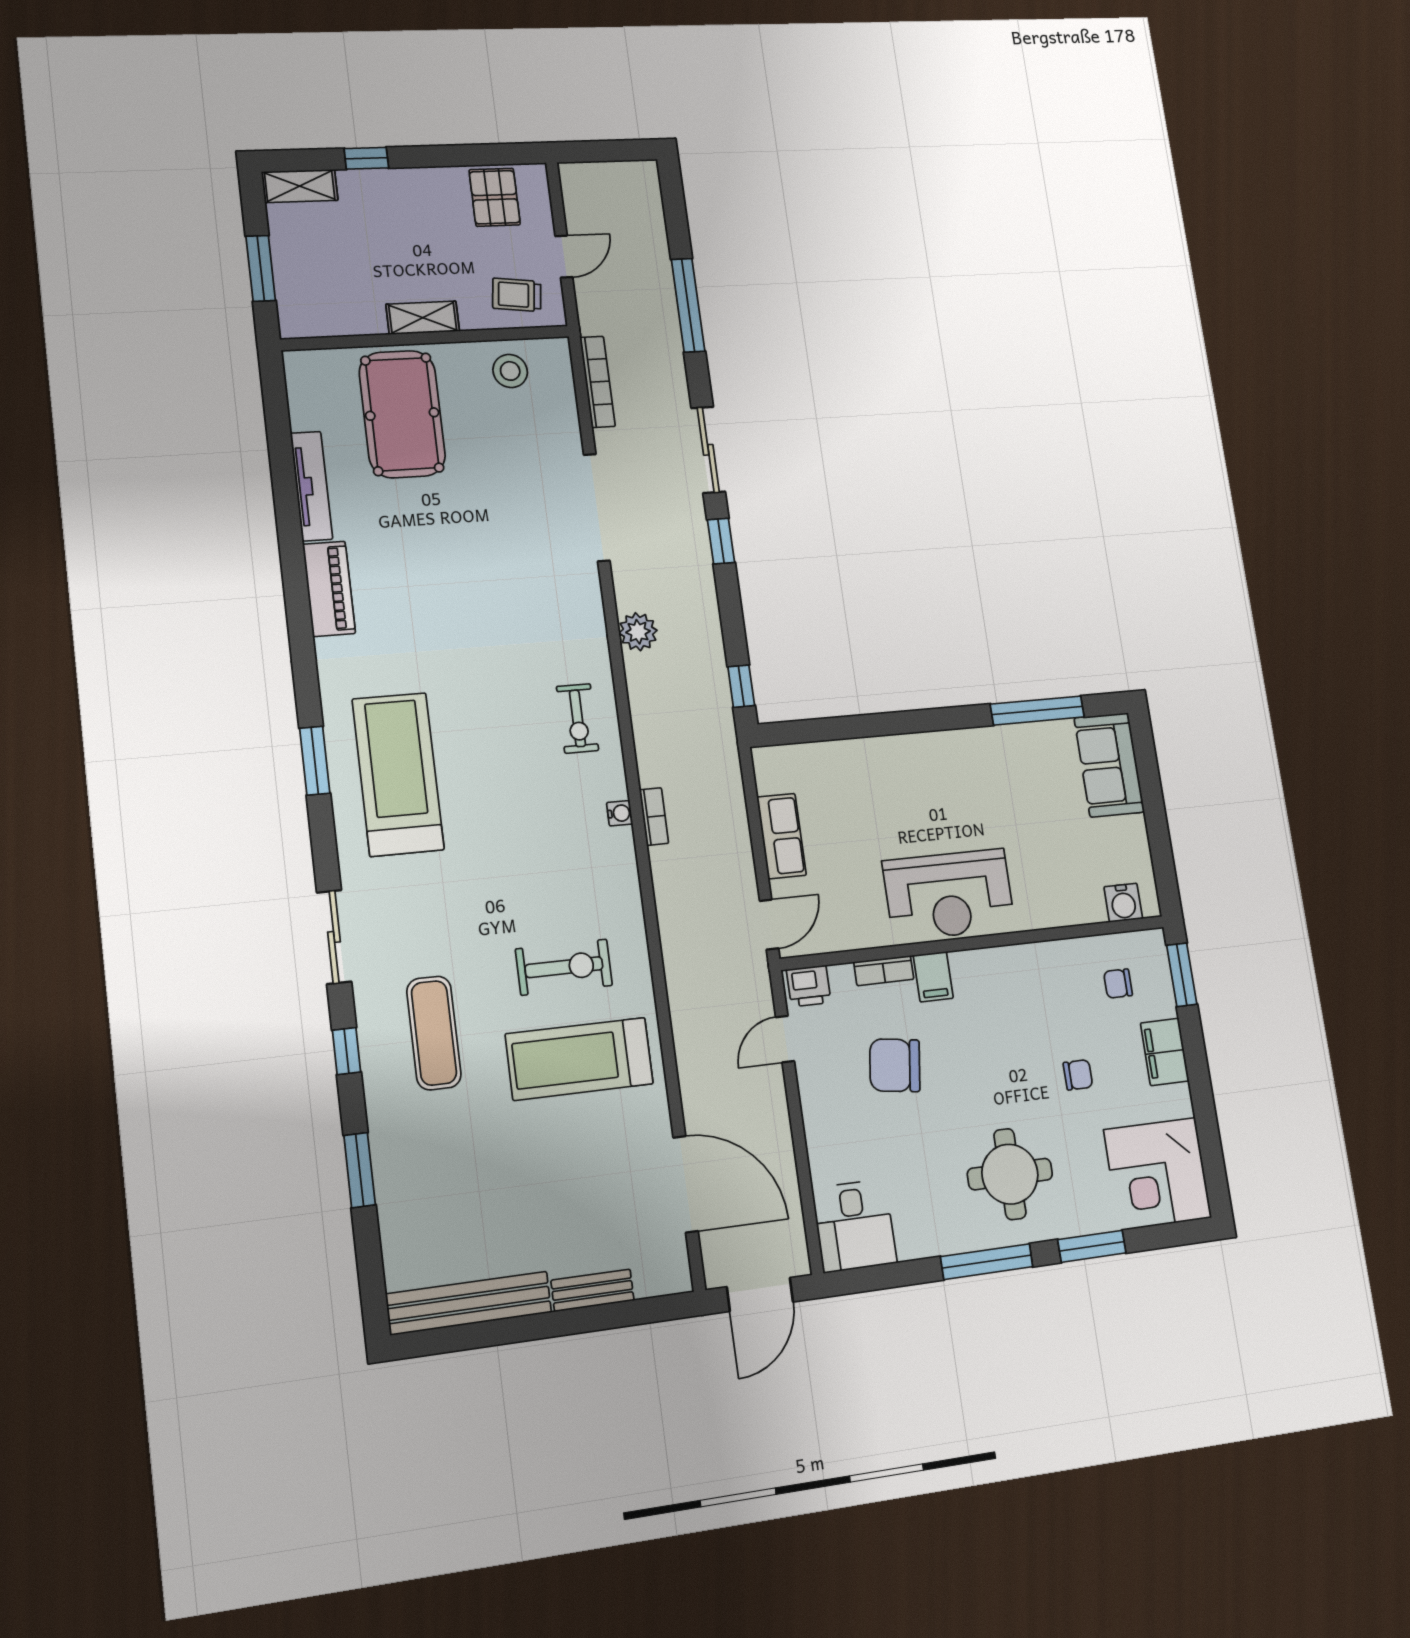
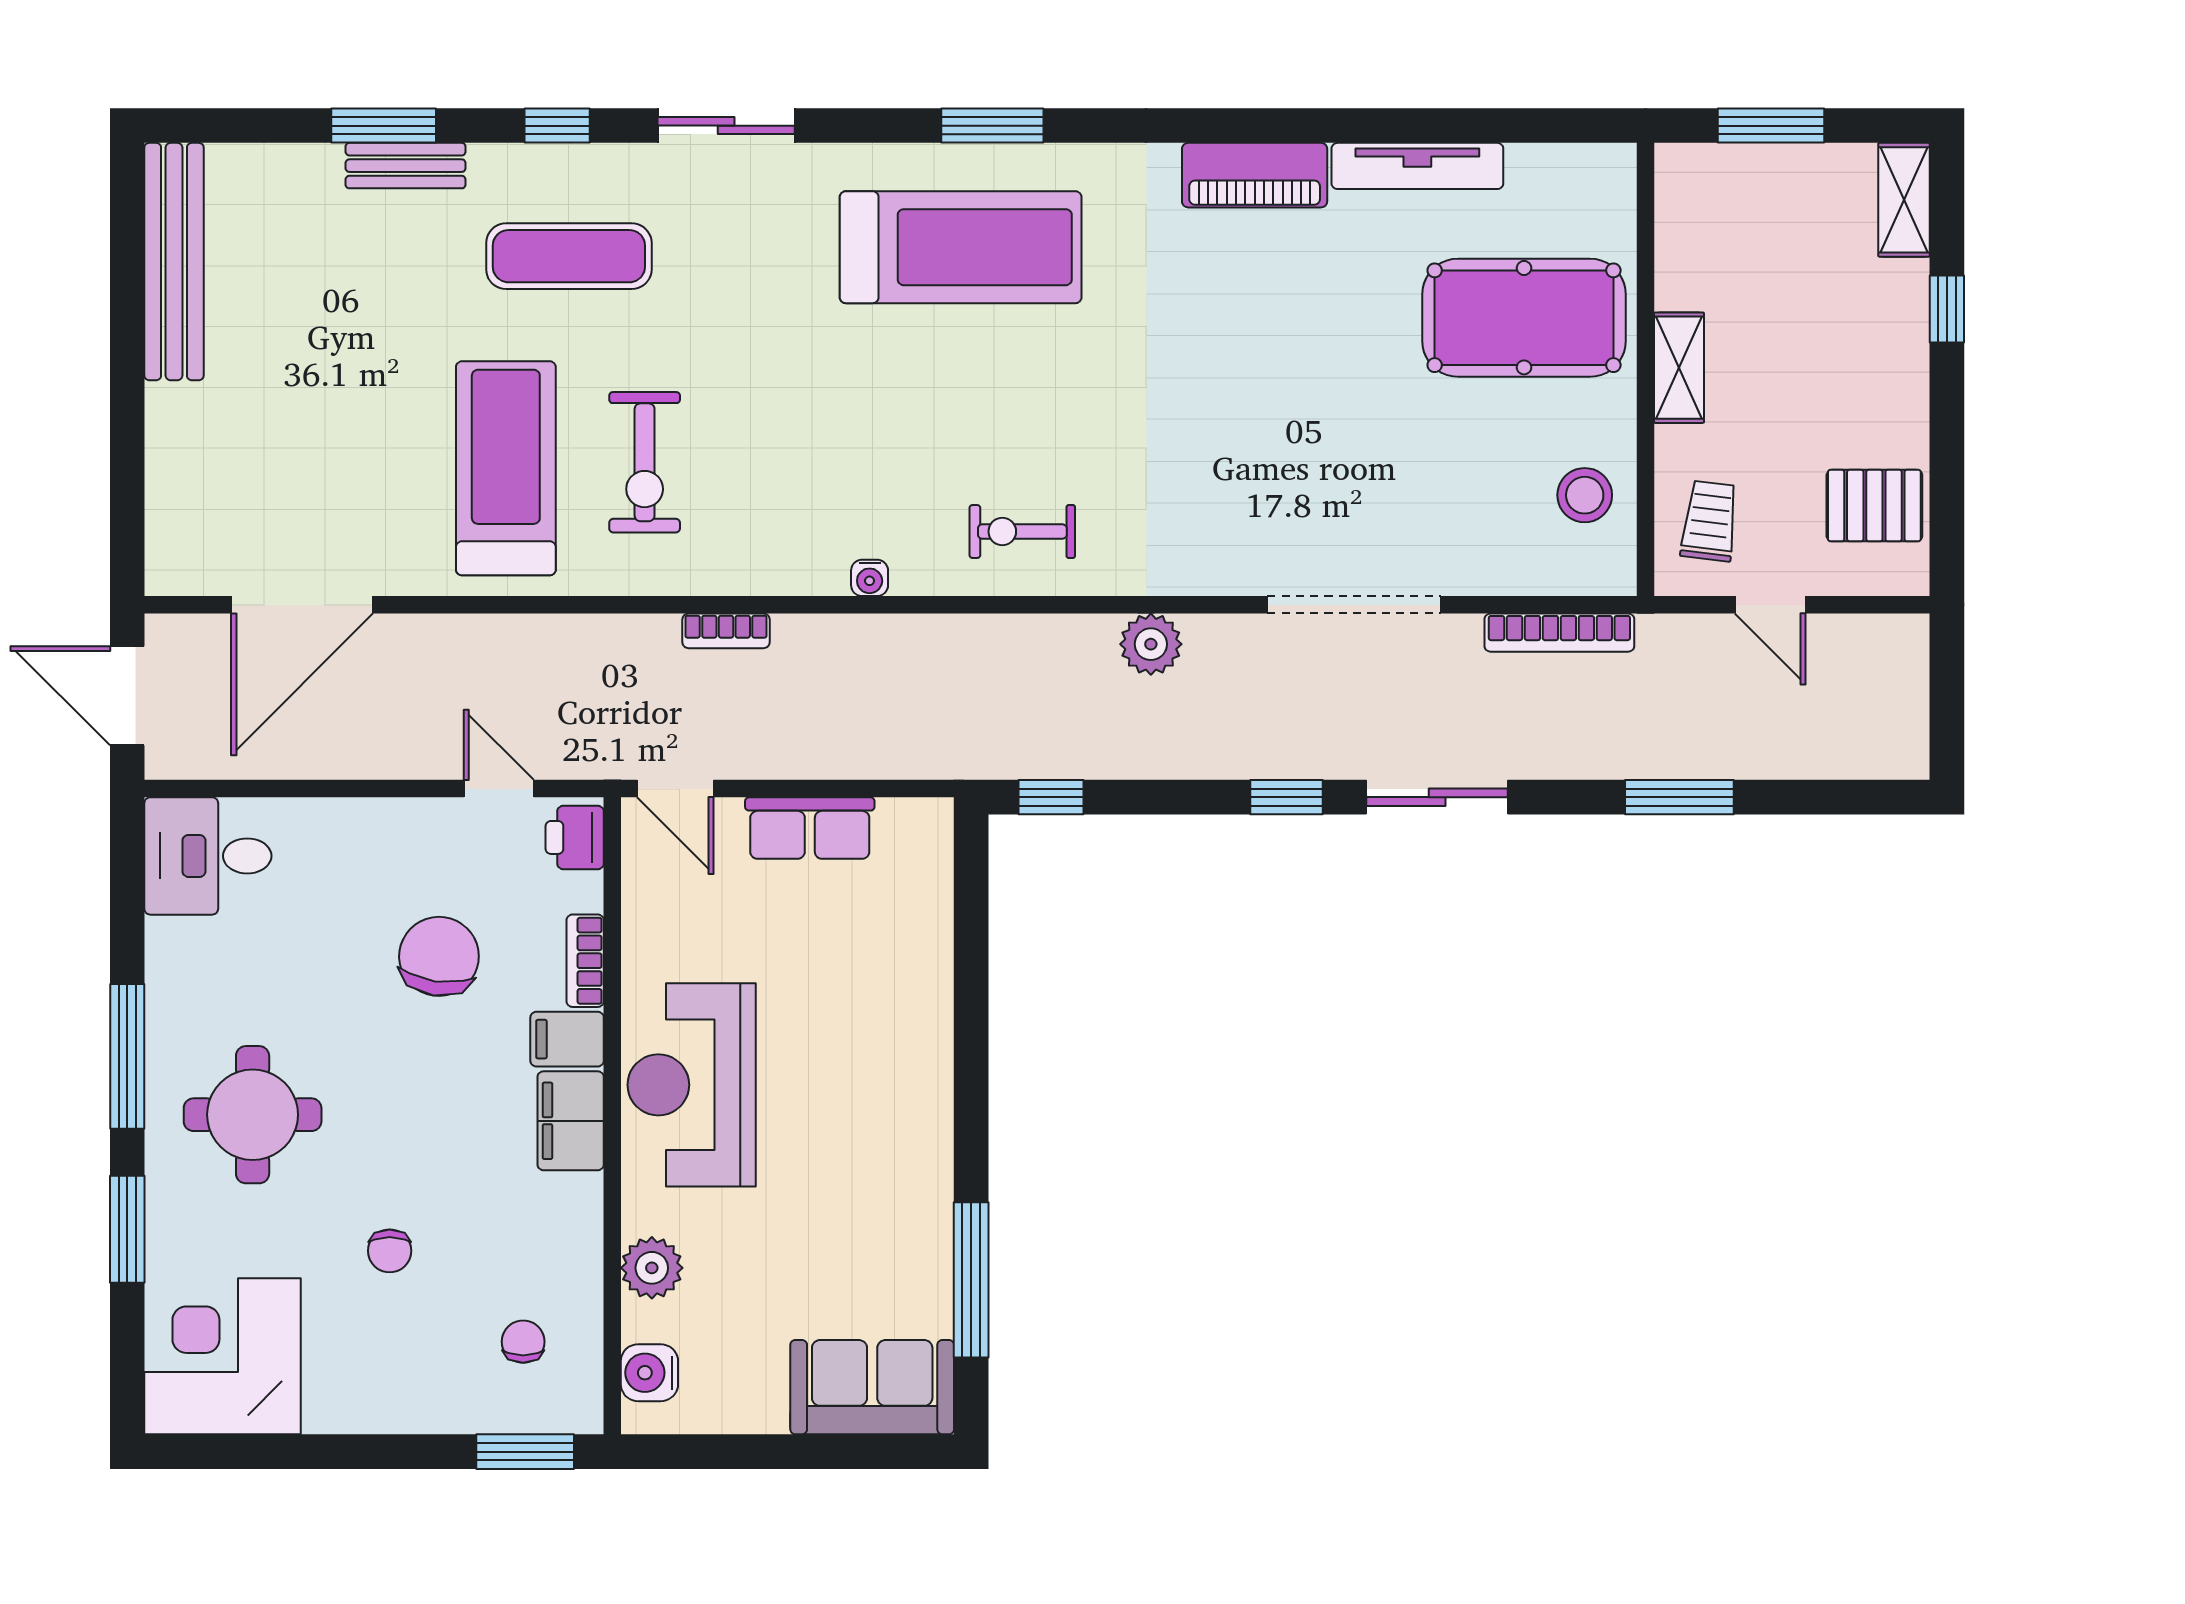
window: (688, 305) -> (1679, 797), width x0.69
bookcase: (654, 816) -> (726, 631), moved
plant: (1062, 908) -> (652, 1268), added
filing cabinet: (1165, 1052) -> (571, 1121), moved, turned -90
bench: (593, 1290) -> (406, 166), moved, turned 90

